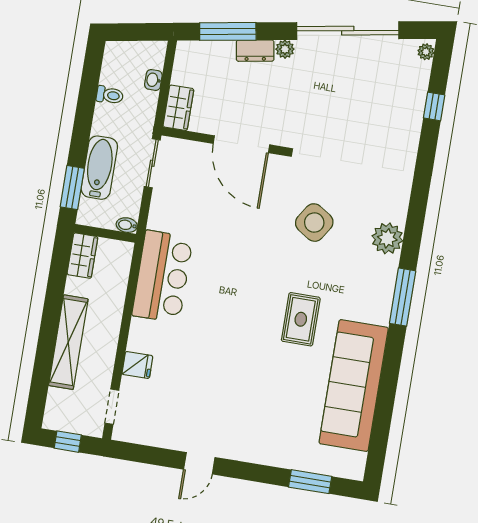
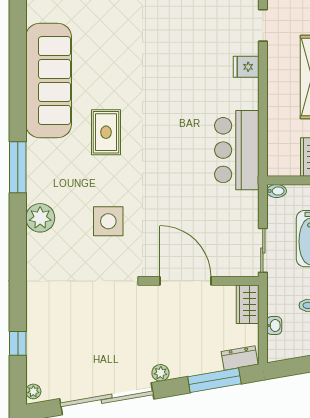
dresser: (255, 51) -> (240, 358), moved
side table: (314, 223) -> (108, 221), turned -33

